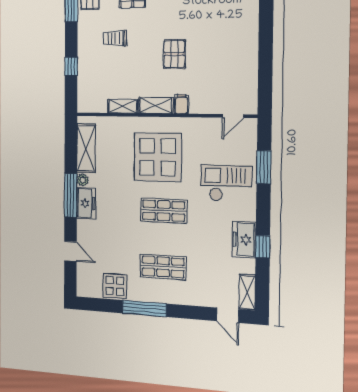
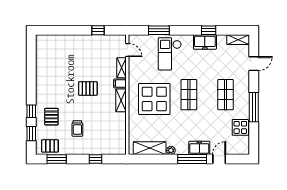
window: (265, 69) -> (98, 30), added
shelving: (123, 106) -> (122, 68), moved
window: (71, 195) -> (192, 159), moved
freezer: (86, 203) -> (199, 148), moved
door: (228, 315) -> (254, 64), moved

